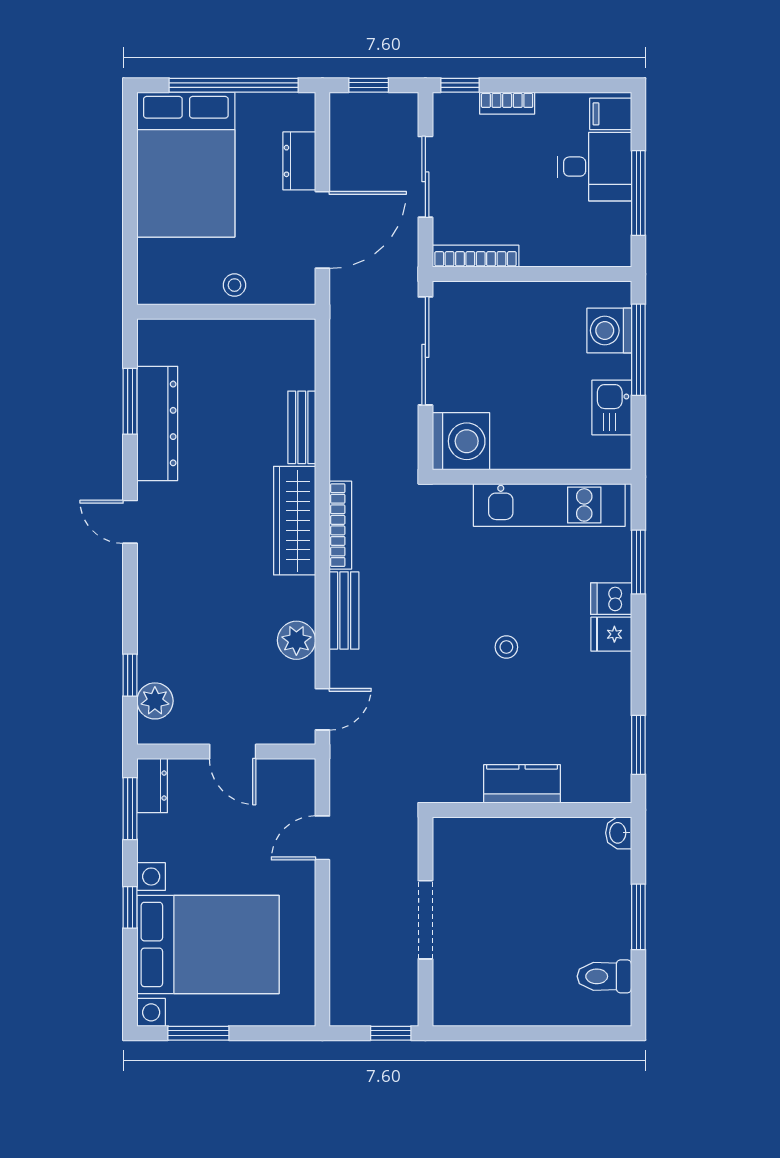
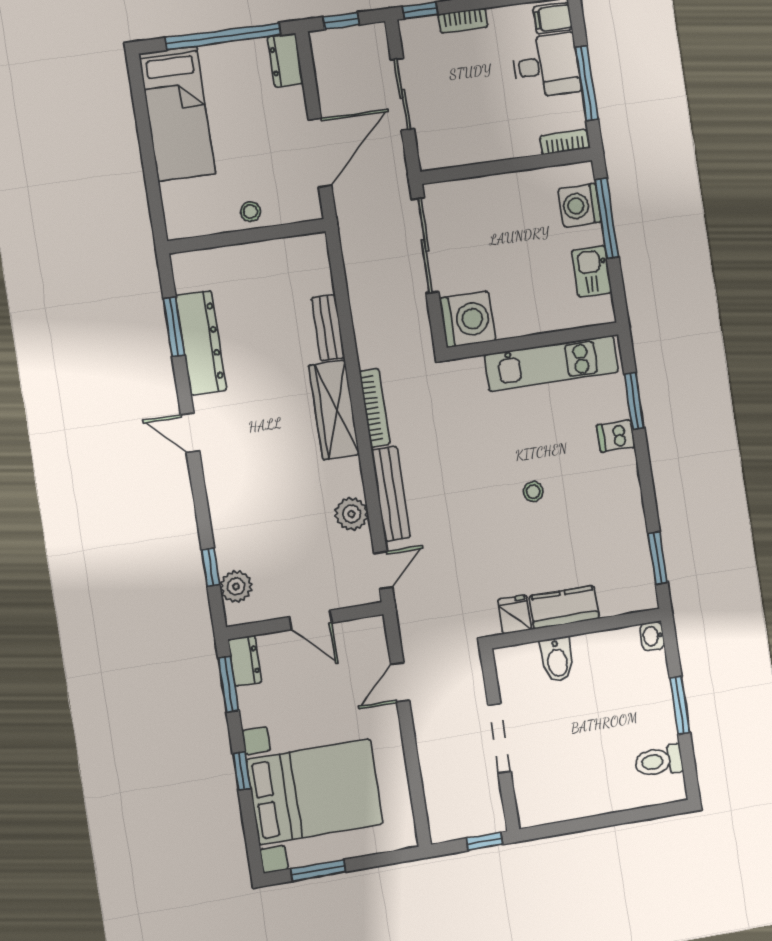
dresser: (299, 161) -> (285, 60), moved
bed: (186, 165) -> (177, 114), width x0.67
bookcase: (476, 256) -> (565, 142), moved, width x0.64
bench: (344, 610) -> (391, 494), width x1.36
fridge: (611, 634) -> (515, 615), moved, turned 90
bidet: (505, 842) -> (557, 660), added

